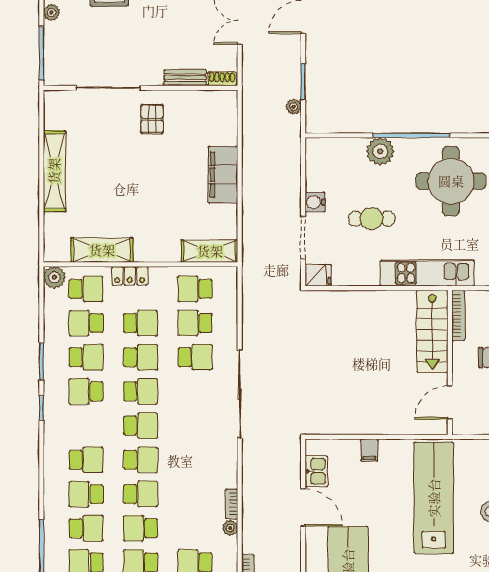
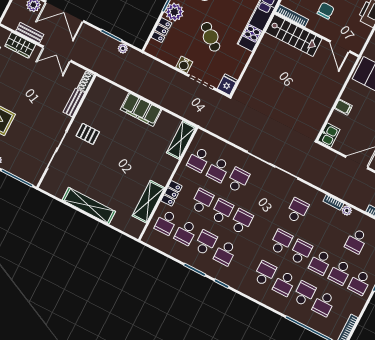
locker: (346, 147) -> (162, 30), added
cafe table: (372, 219) -> (211, 37), turned -50
plant: (54, 277) -> (150, 237), removed
school desk: (86, 289) -> (166, 222), turned 180
school desk: (141, 426) -> (297, 211), moved
kitchen sink: (316, 471) -> (329, 135), moved, turned 90

